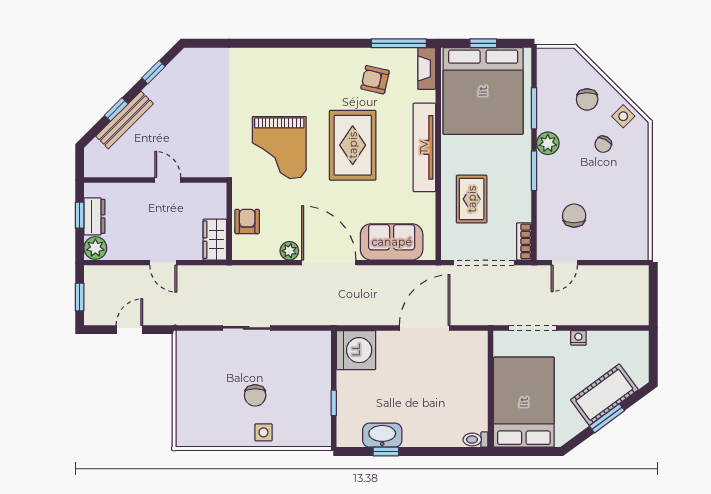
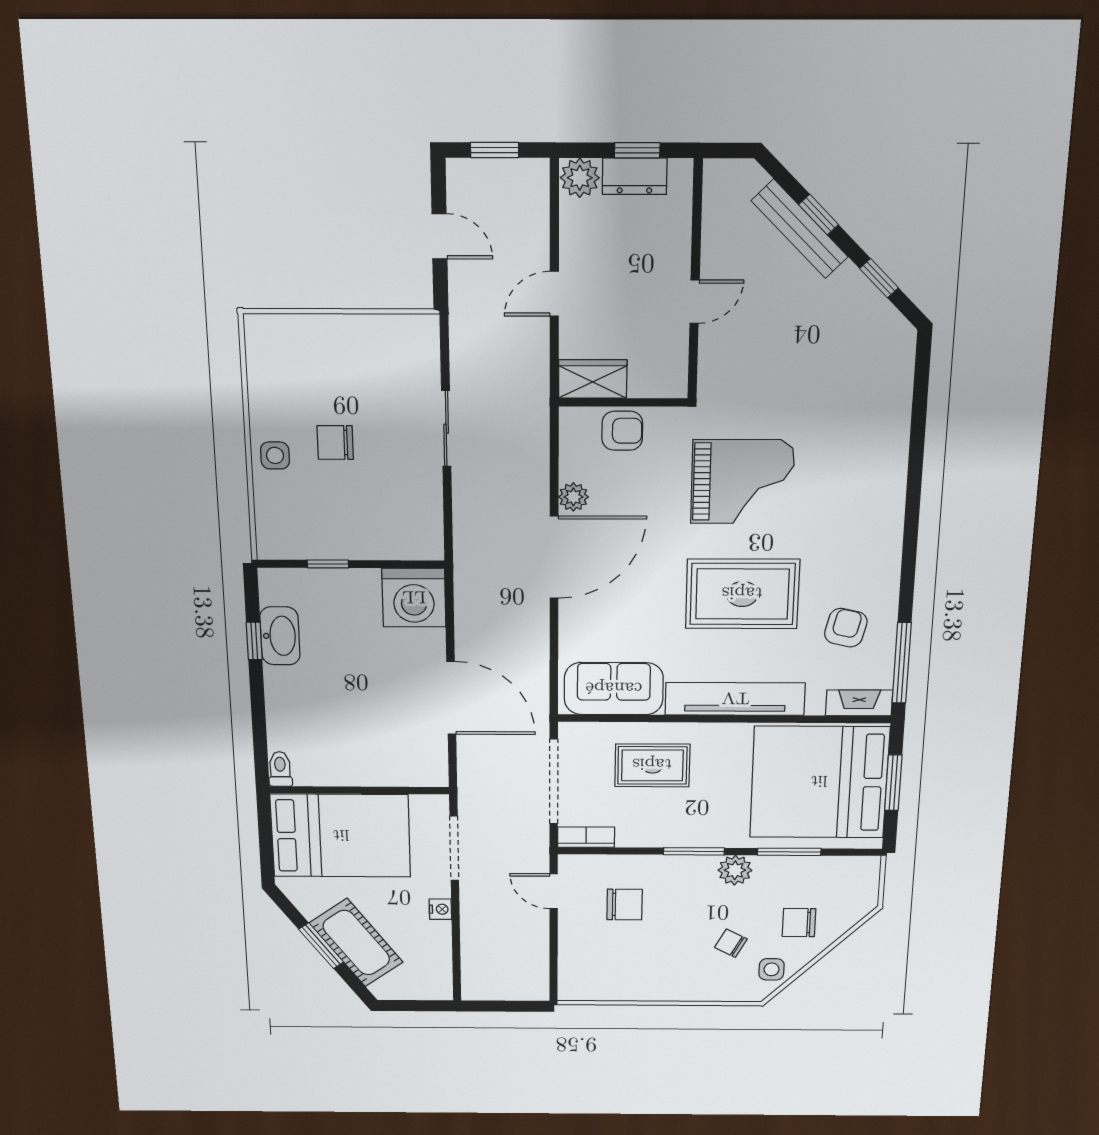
window: (483, 43) -> (893, 783), width x1.50
side table: (623, 116) -> (771, 969), turned 45
grand piano: (279, 148) -> (743, 482), turned 180
sofa: (392, 242) -> (614, 689), moved, turned -90

